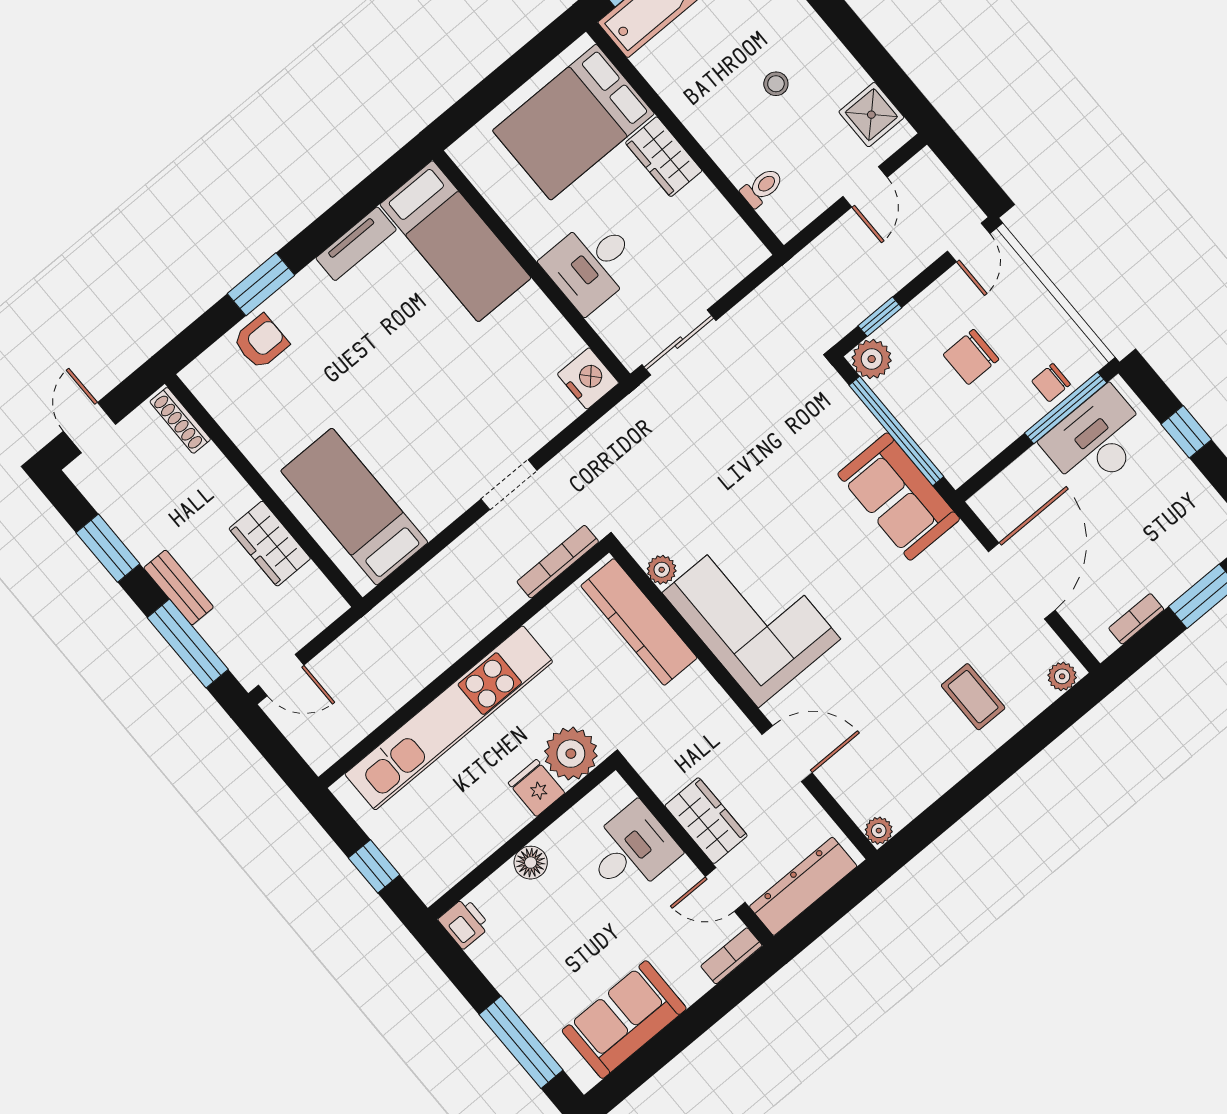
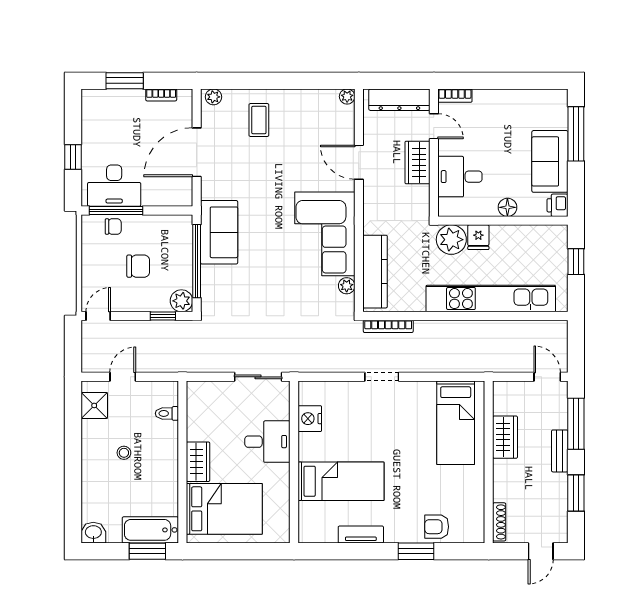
bed: (455, 241) -> (341, 481), moved, turned 90
nightstand: (588, 378) -> (310, 419), moved
sofa: (624, 1020) -> (550, 161), moved, turned 90

